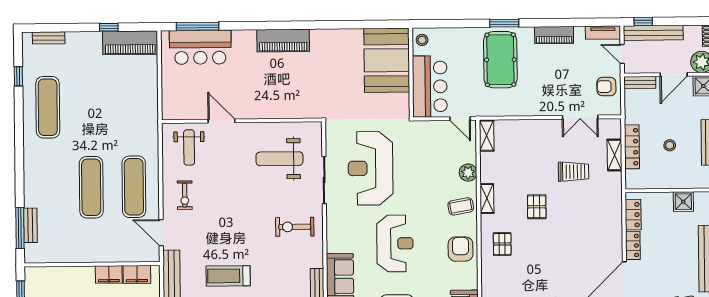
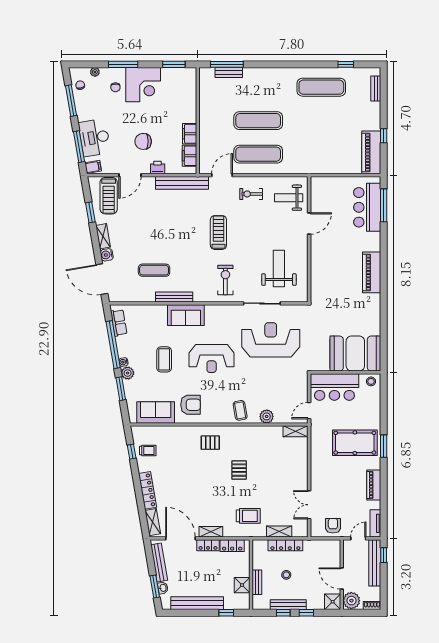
bench: (640, 82) -> (257, 582), moved
trolley: (573, 172) -> (248, 516), moved, turned -90
shelving: (487, 198) -> (211, 532), moved
pallet: (537, 207) -> (239, 470), turned 90
armchair: (461, 249) -> (191, 405), moved
treadmill: (228, 276) -> (218, 232), moved

